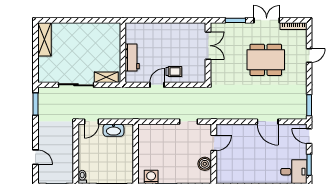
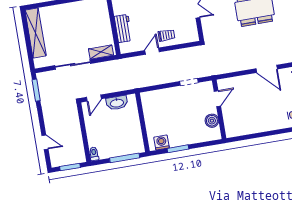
shelving: (45, 39) -> (36, 33), width x1.47

